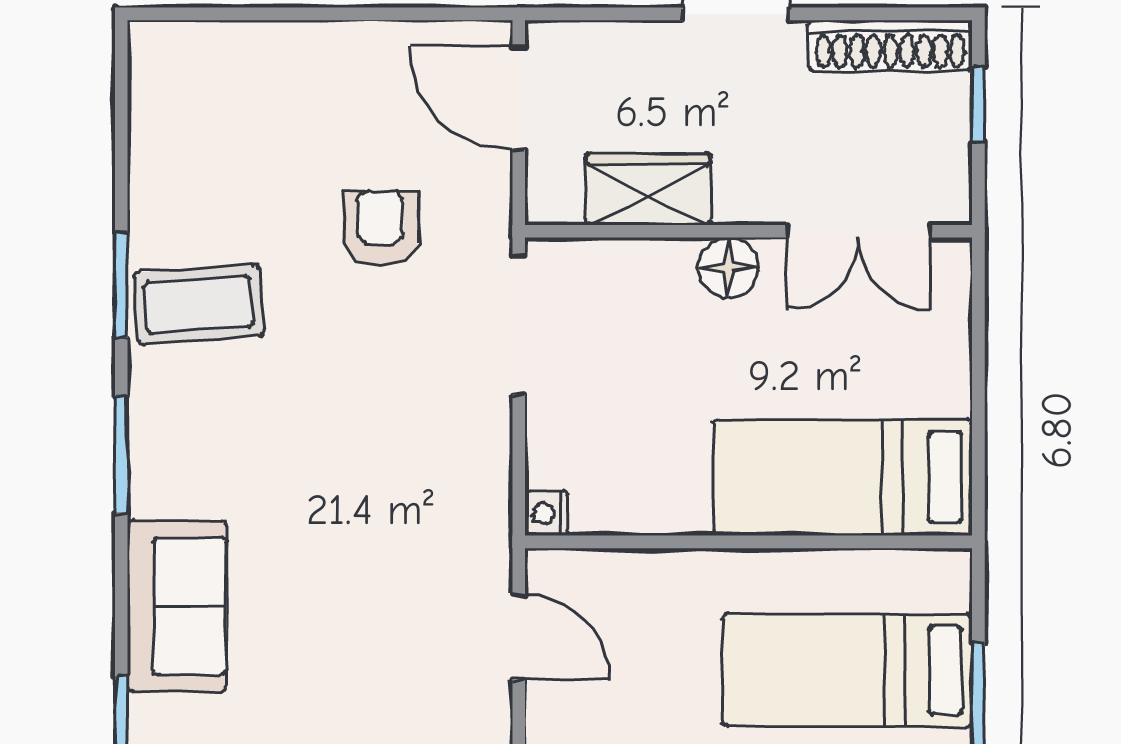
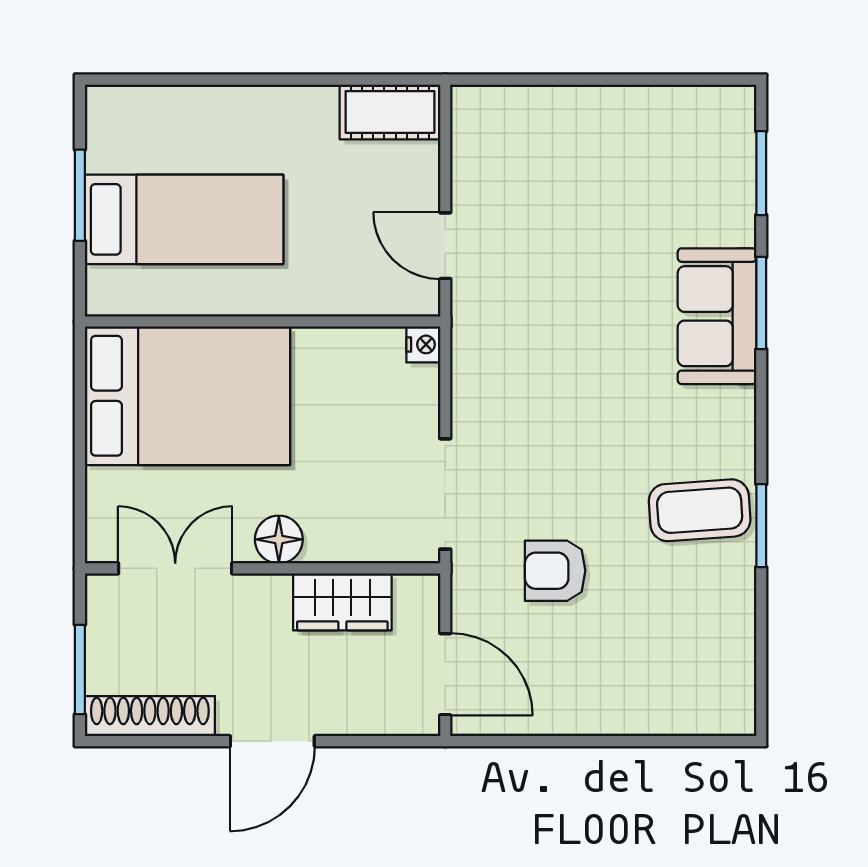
window: (978, 104) -> (80, 669), width x1.50
armchair: (380, 228) -> (555, 571), turned 90
window: (121, 454) -> (761, 303), moved
bed: (843, 477) -> (188, 396), width x1.50
sofa: (177, 606) -> (717, 316), moved

